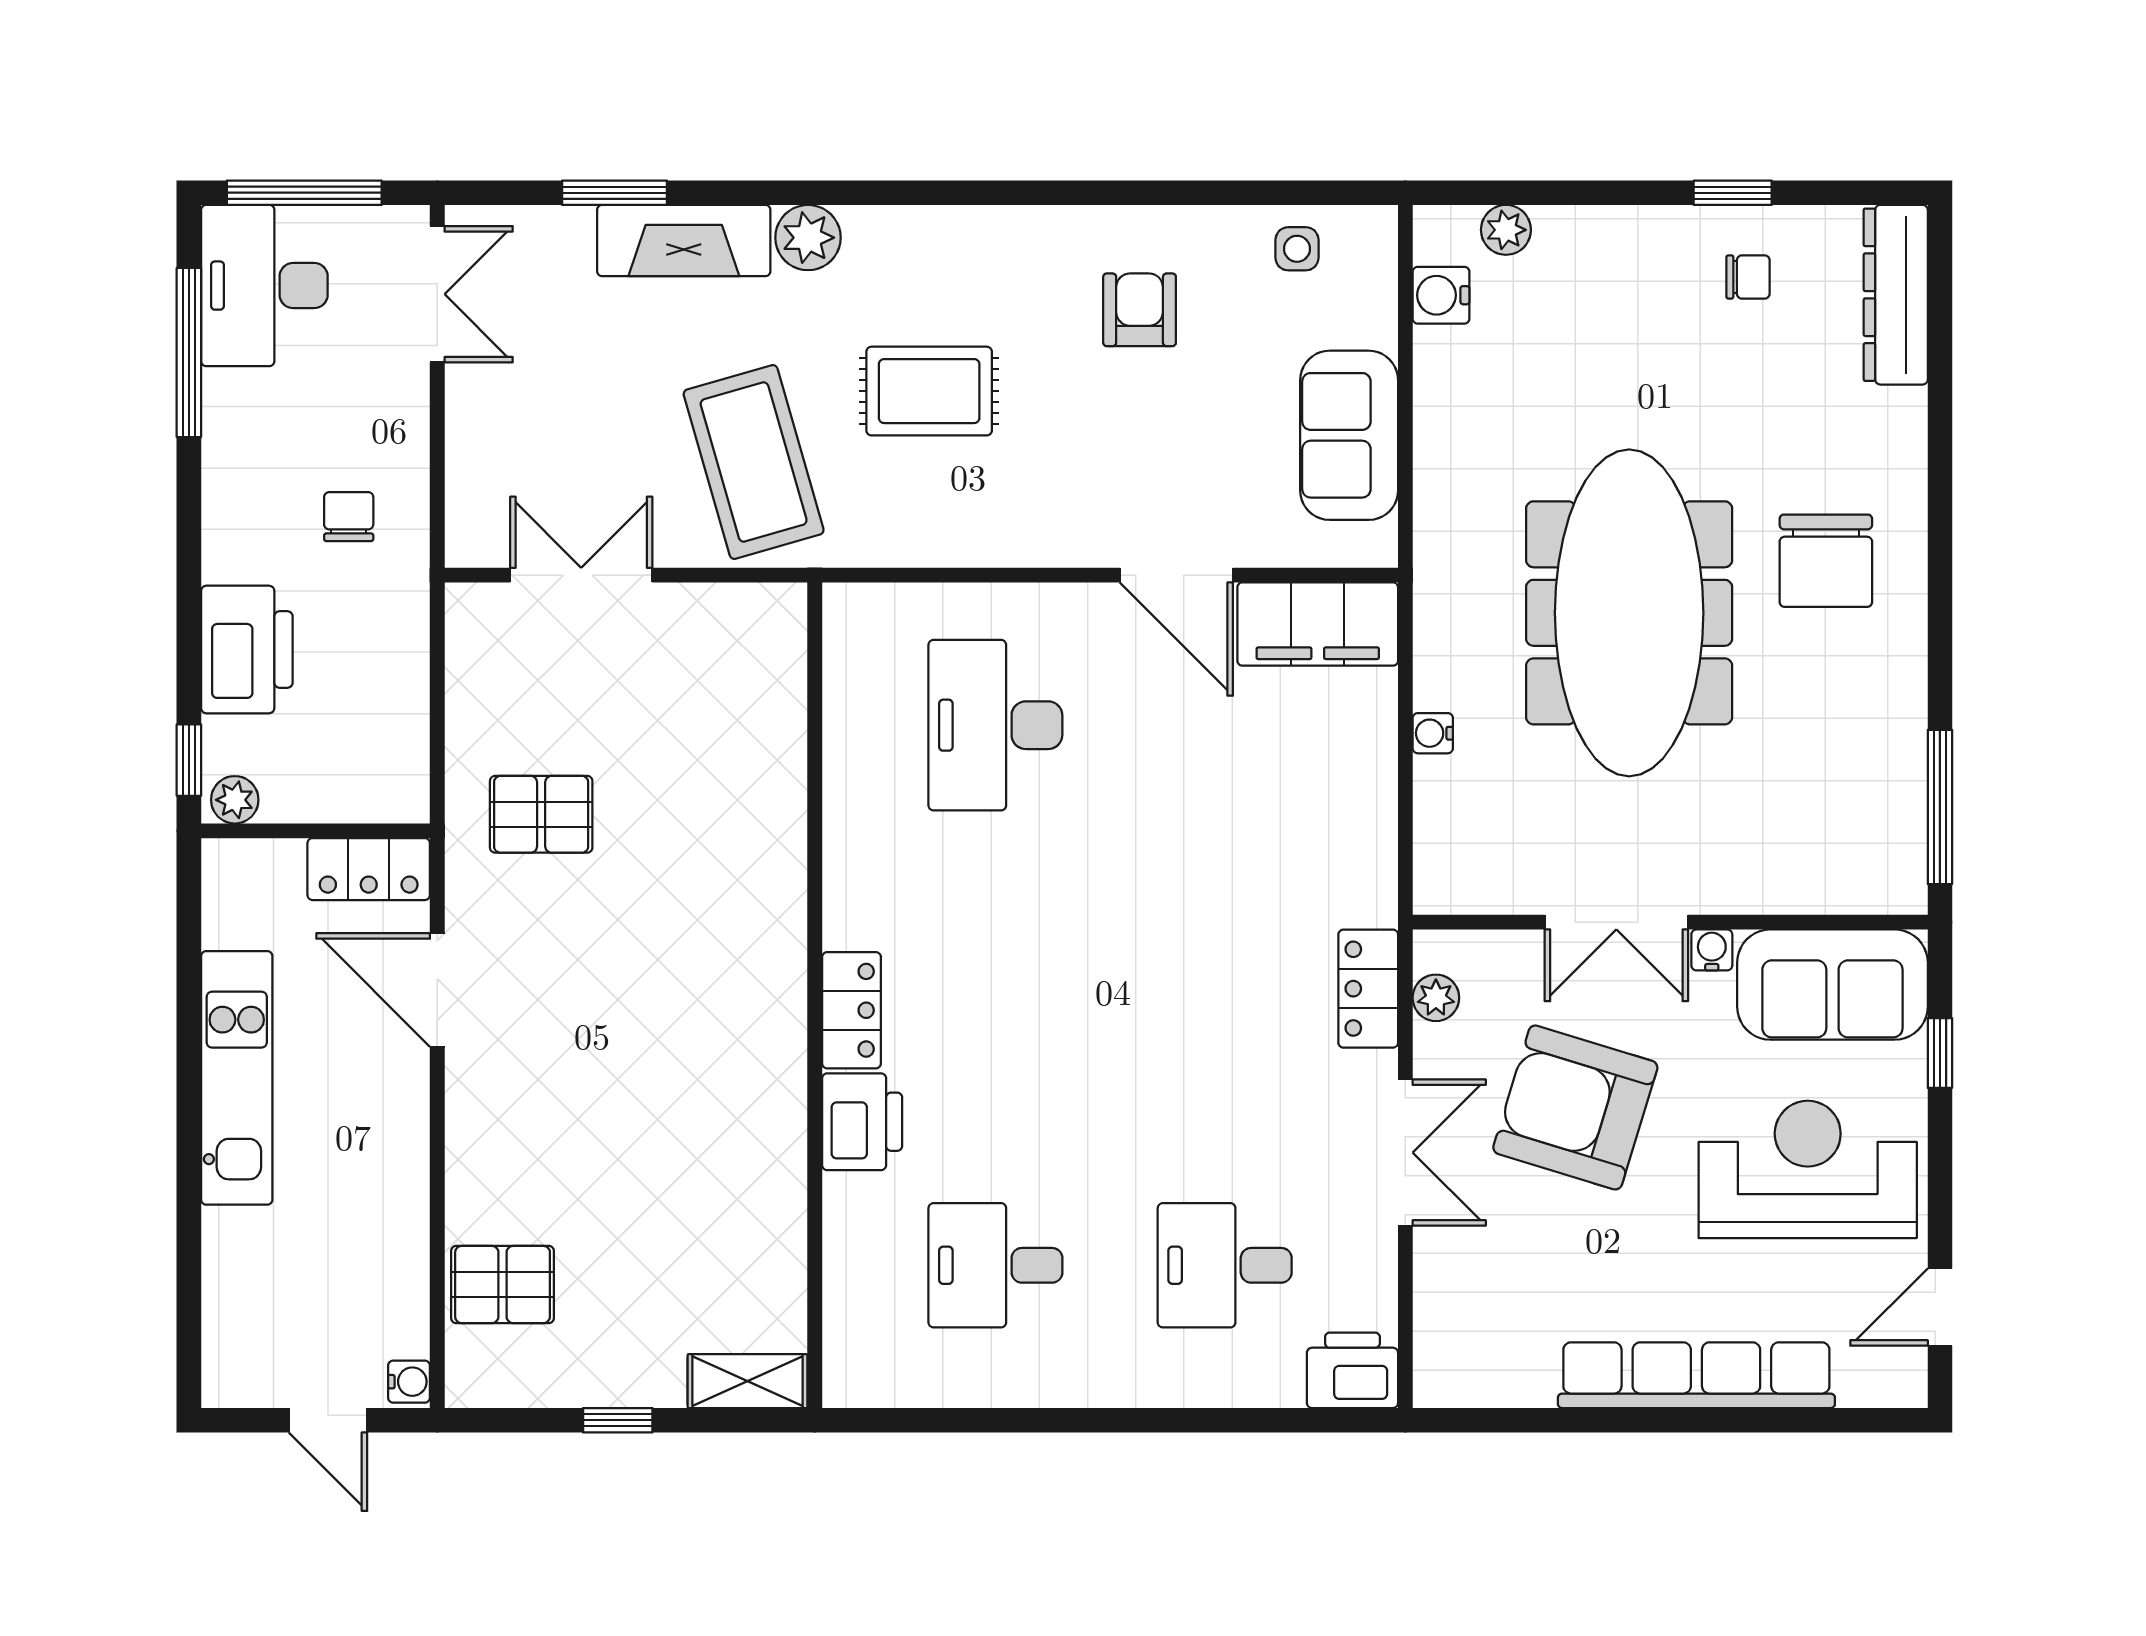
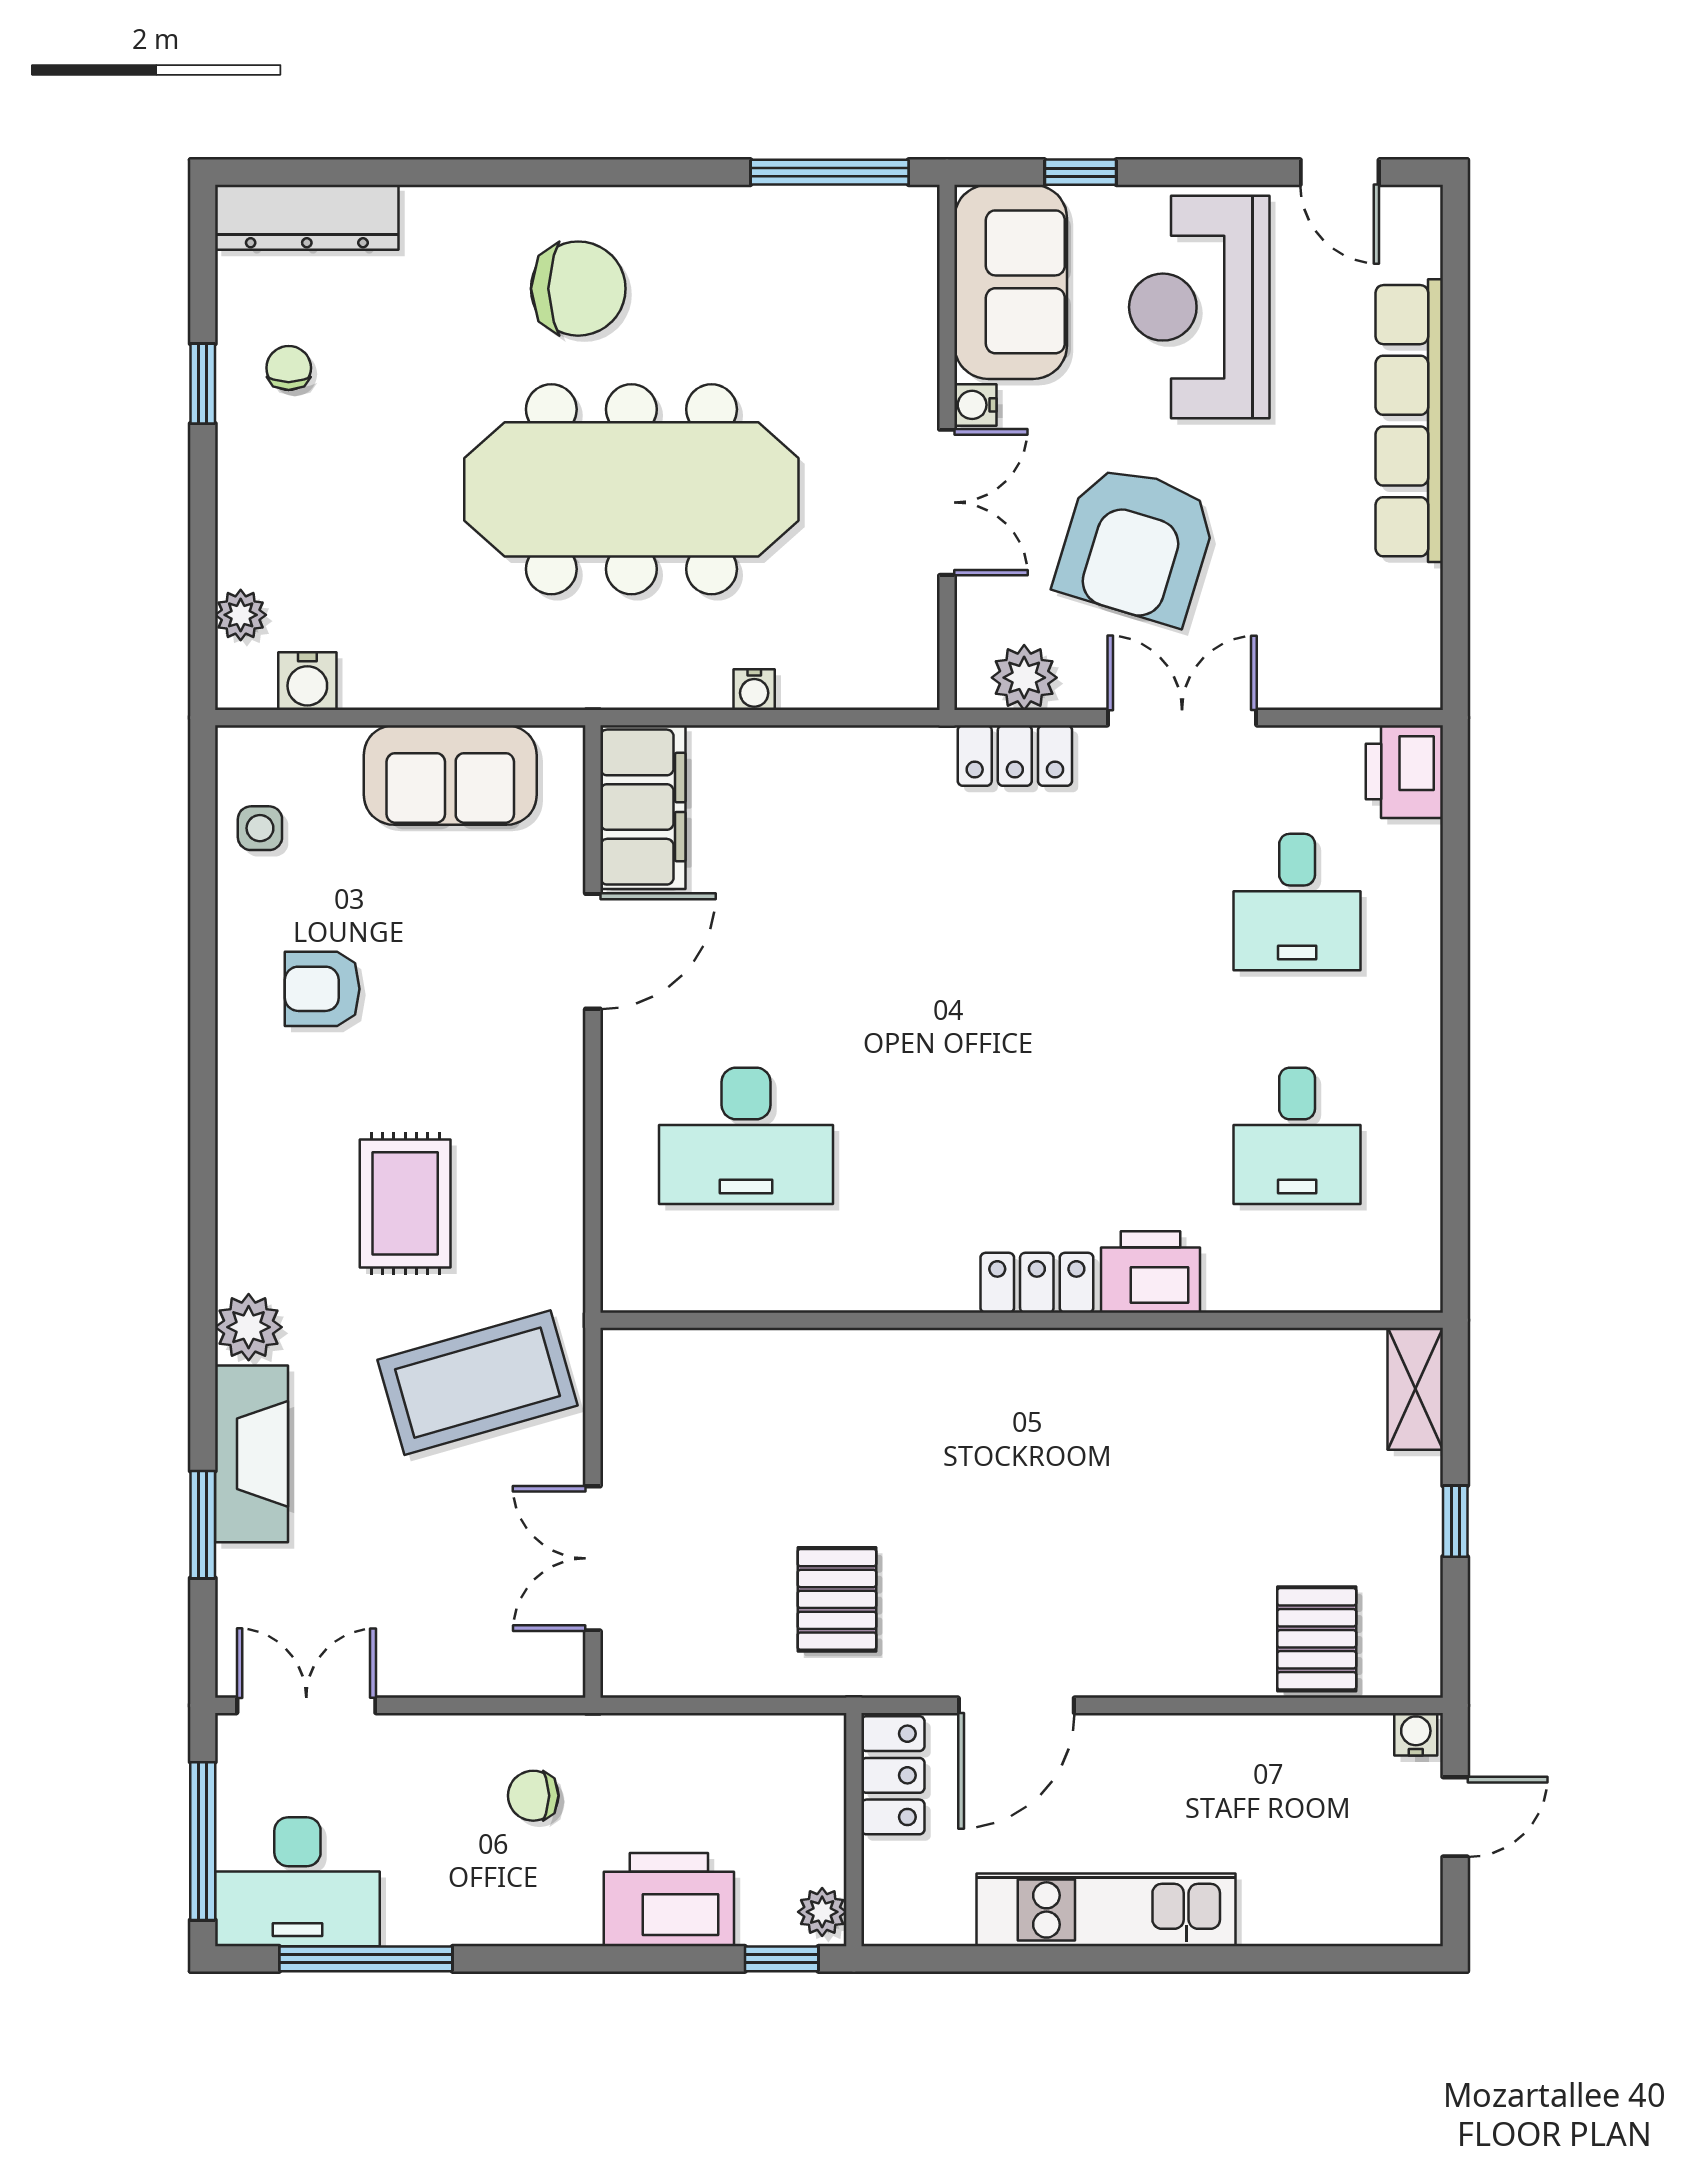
plant: (1436, 998) -> (1024, 678), width x1.38, depth x1.38

